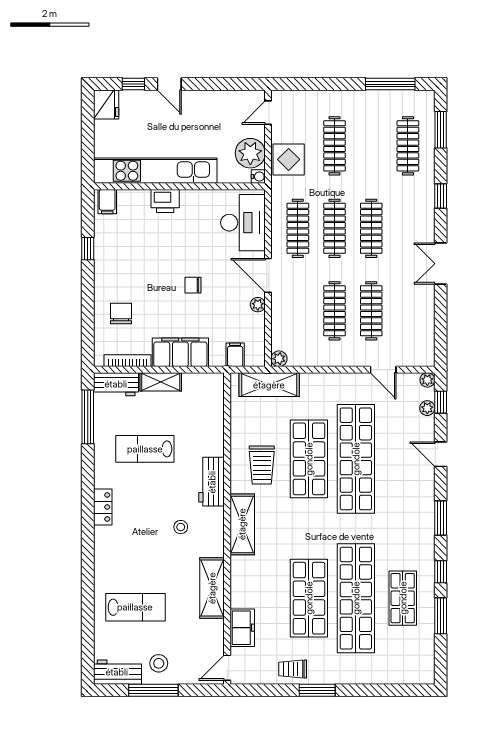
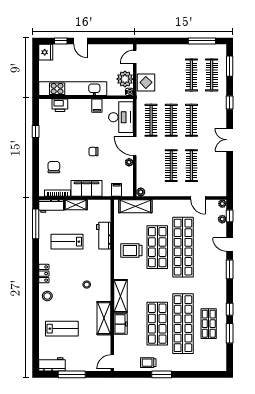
clothes rail: (335, 146) -> (191, 75), moved
printer: (165, 201) -> (60, 105), moved
filing cabinet: (107, 202) -> (97, 106), moved
trolley: (262, 465) -> (131, 251), turned 90
workbench: (212, 482) -> (104, 236), moved
window: (441, 518) -> (230, 269), moved
shelving: (242, 524) -> (121, 296), moved
freezer: (242, 628) -> (121, 324), moved
stool: (159, 663) -> (47, 296), moved

